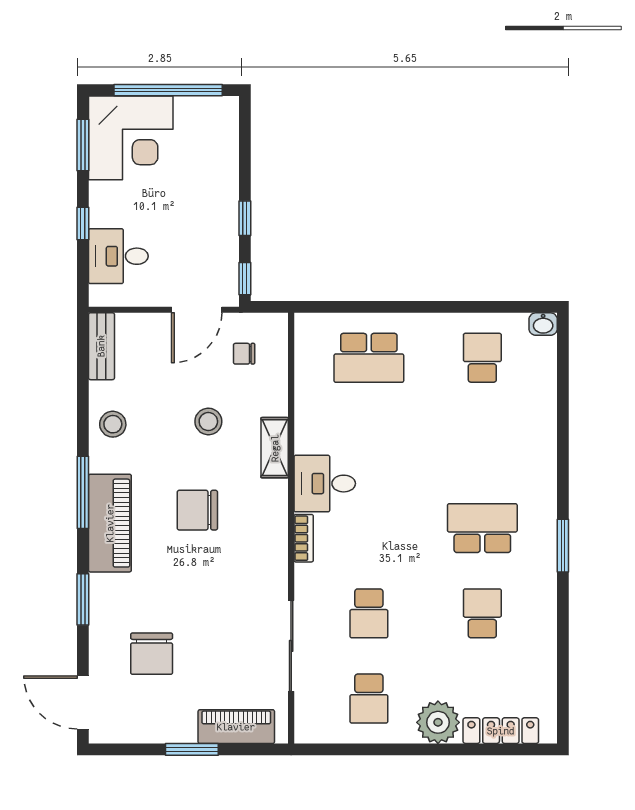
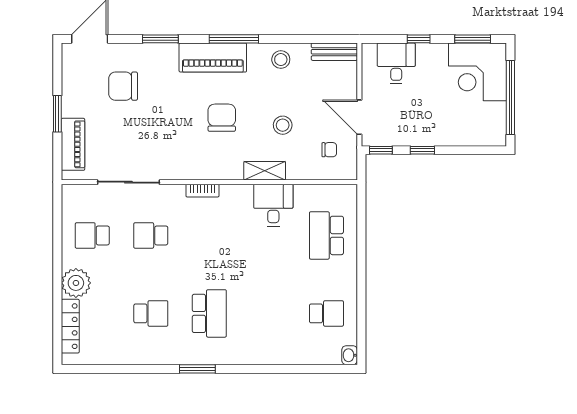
chair: (244, 354) -> (329, 150), turned 90
desk: (325, 484) -> (273, 205), moved

